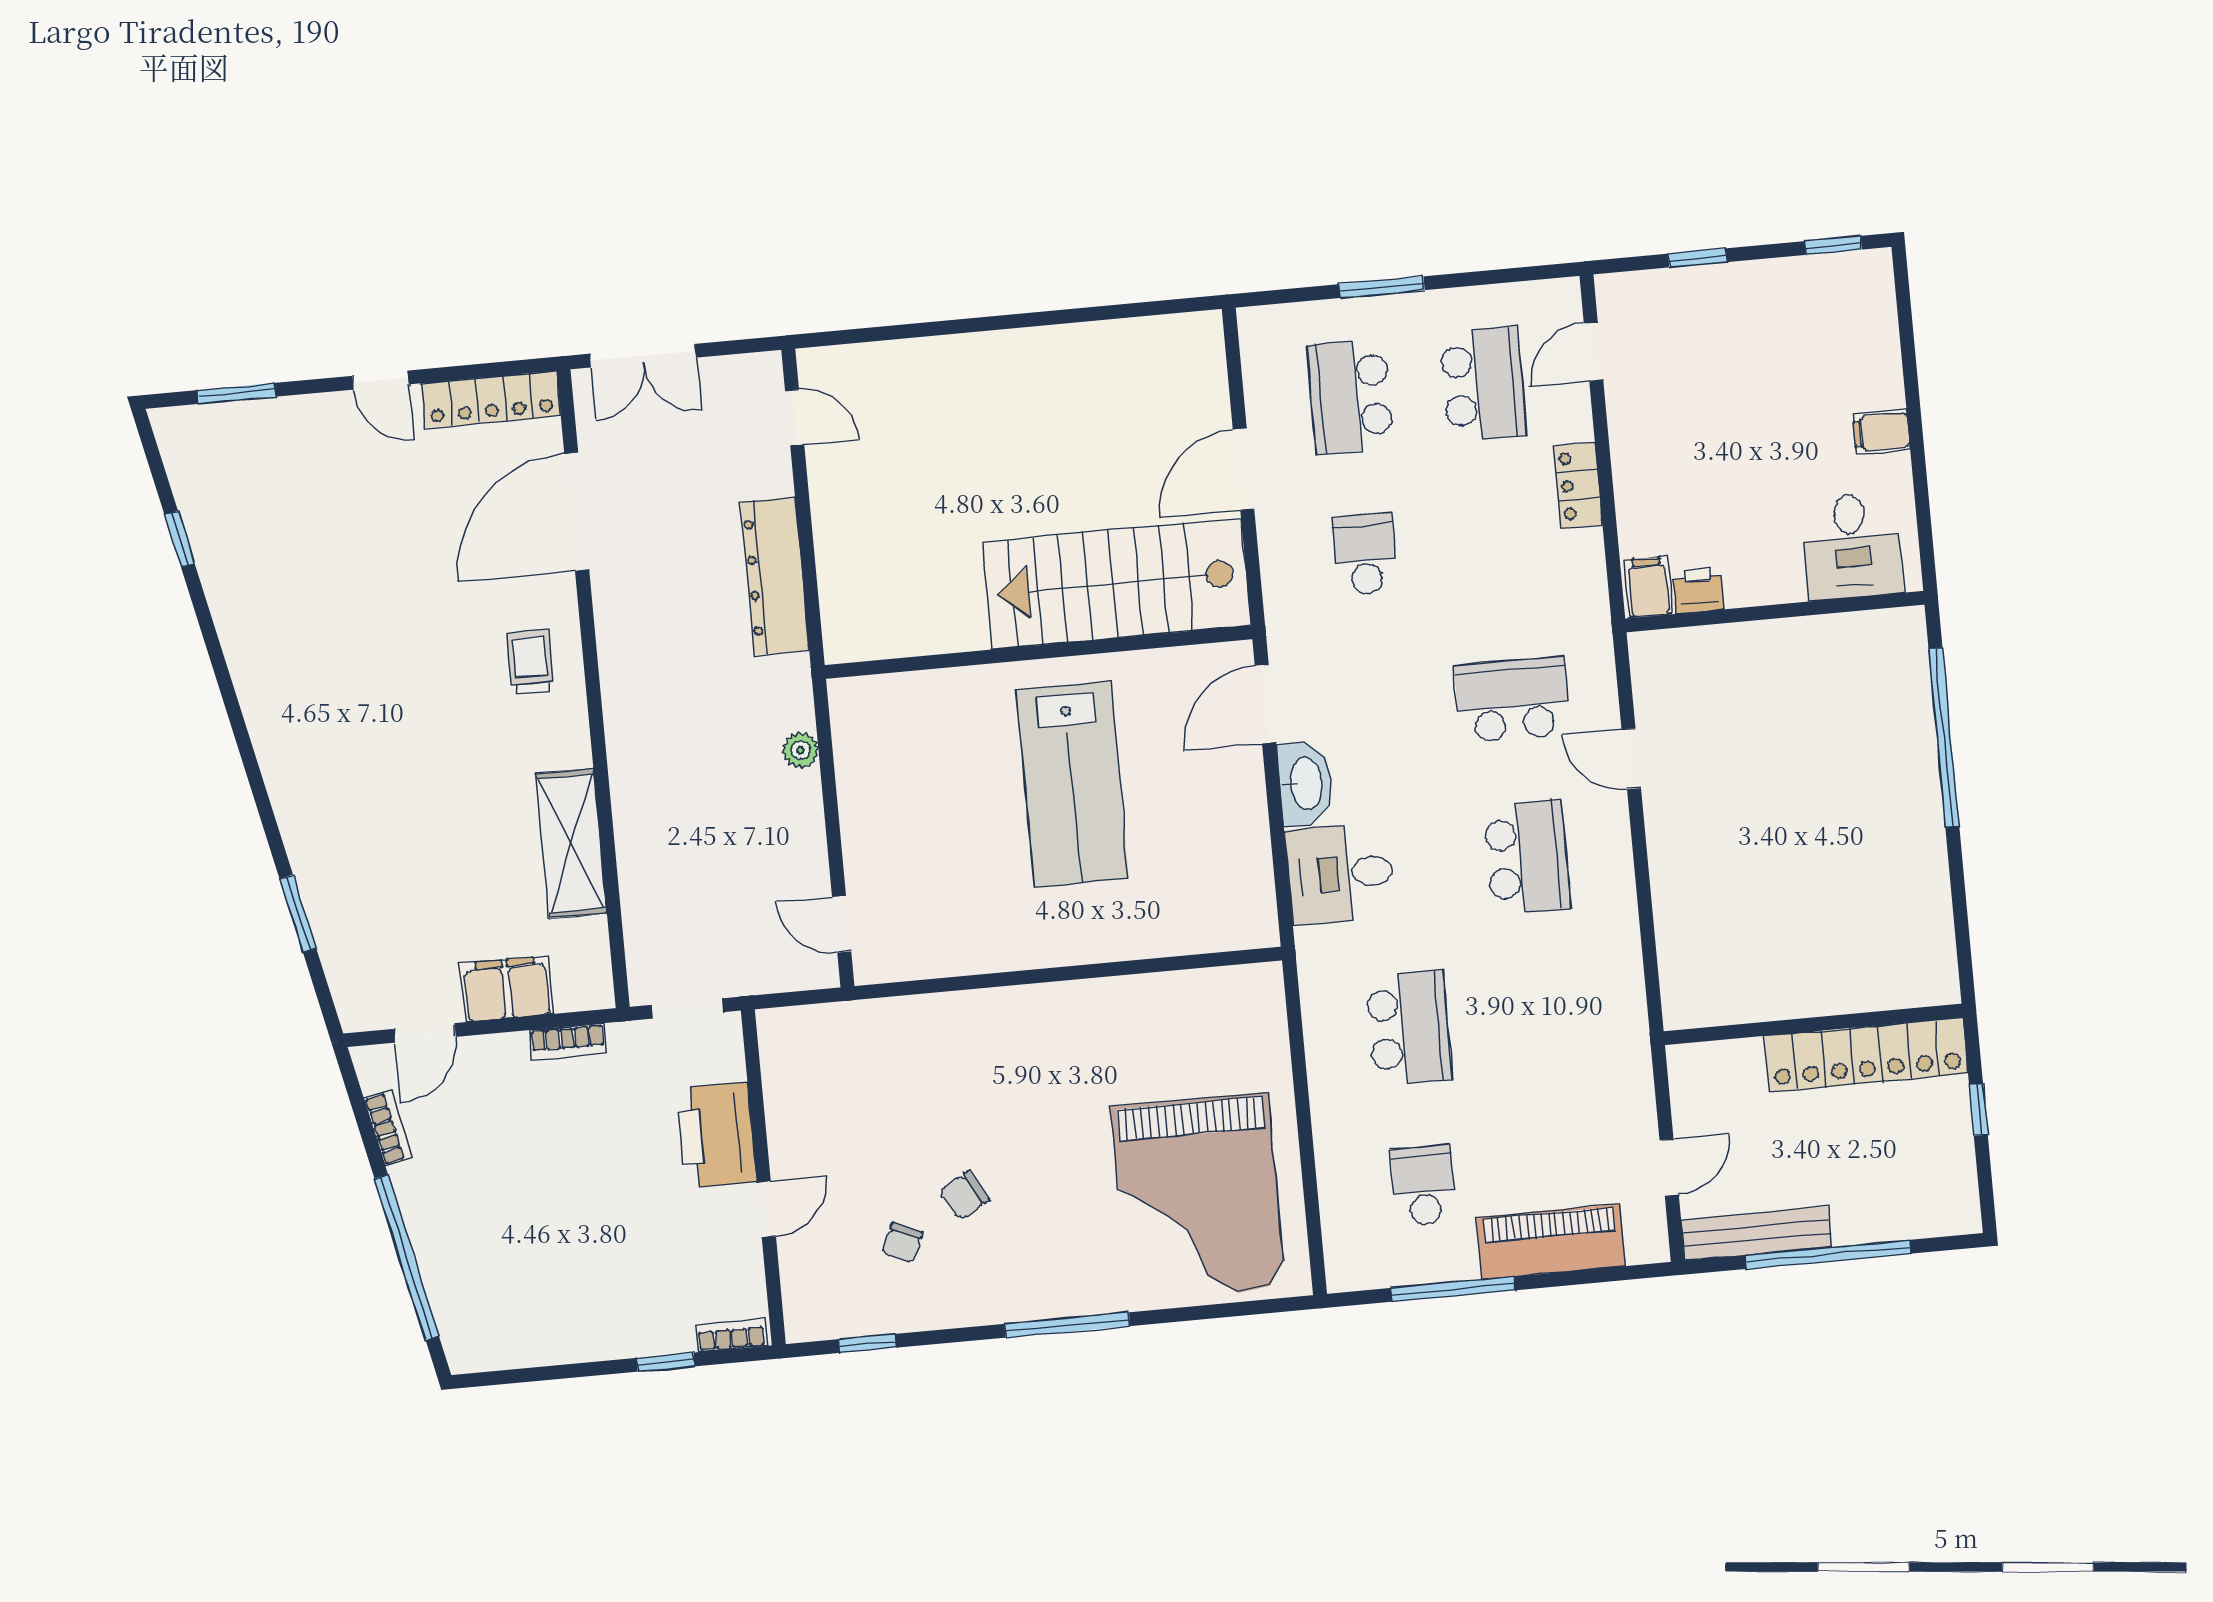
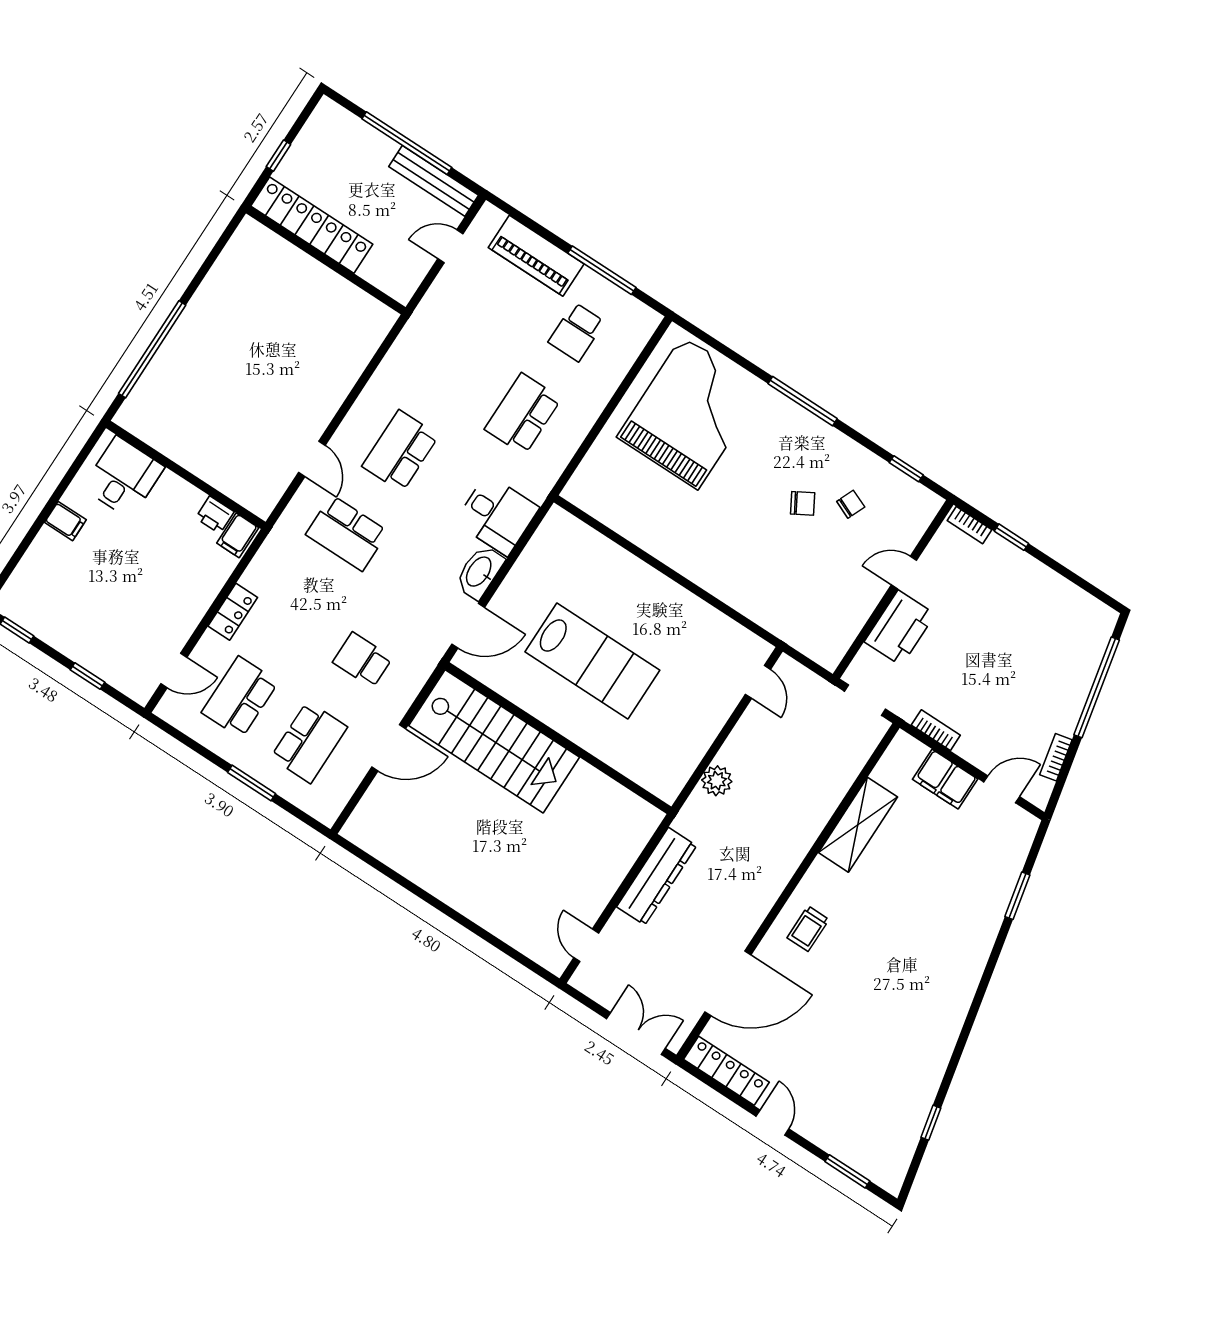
school desk: (1365, 554) -> (362, 660), turned 90
plant: (801, 750) -> (717, 781), width x1.38, depth x1.38
lab bench: (1072, 784) -> (592, 661), turned 90

